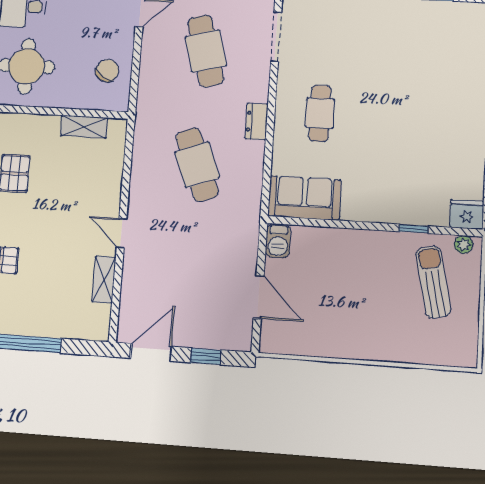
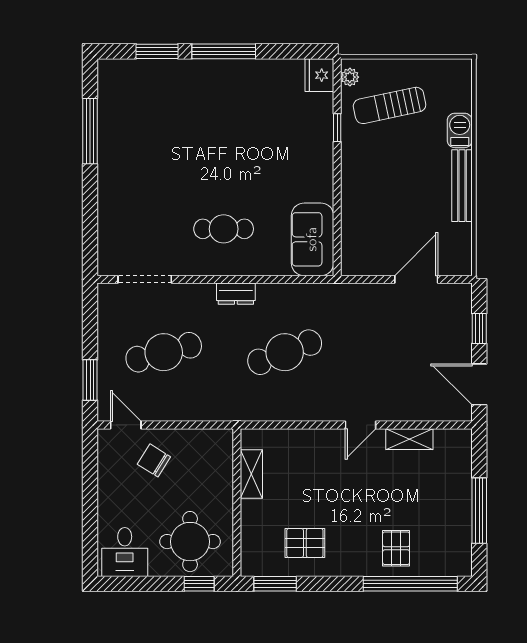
chair: (107, 71) -> (154, 460), moved
barbecue: (278, 241) -> (460, 130), moved, turned -90
bench: (349, 349) -> (462, 186), added

